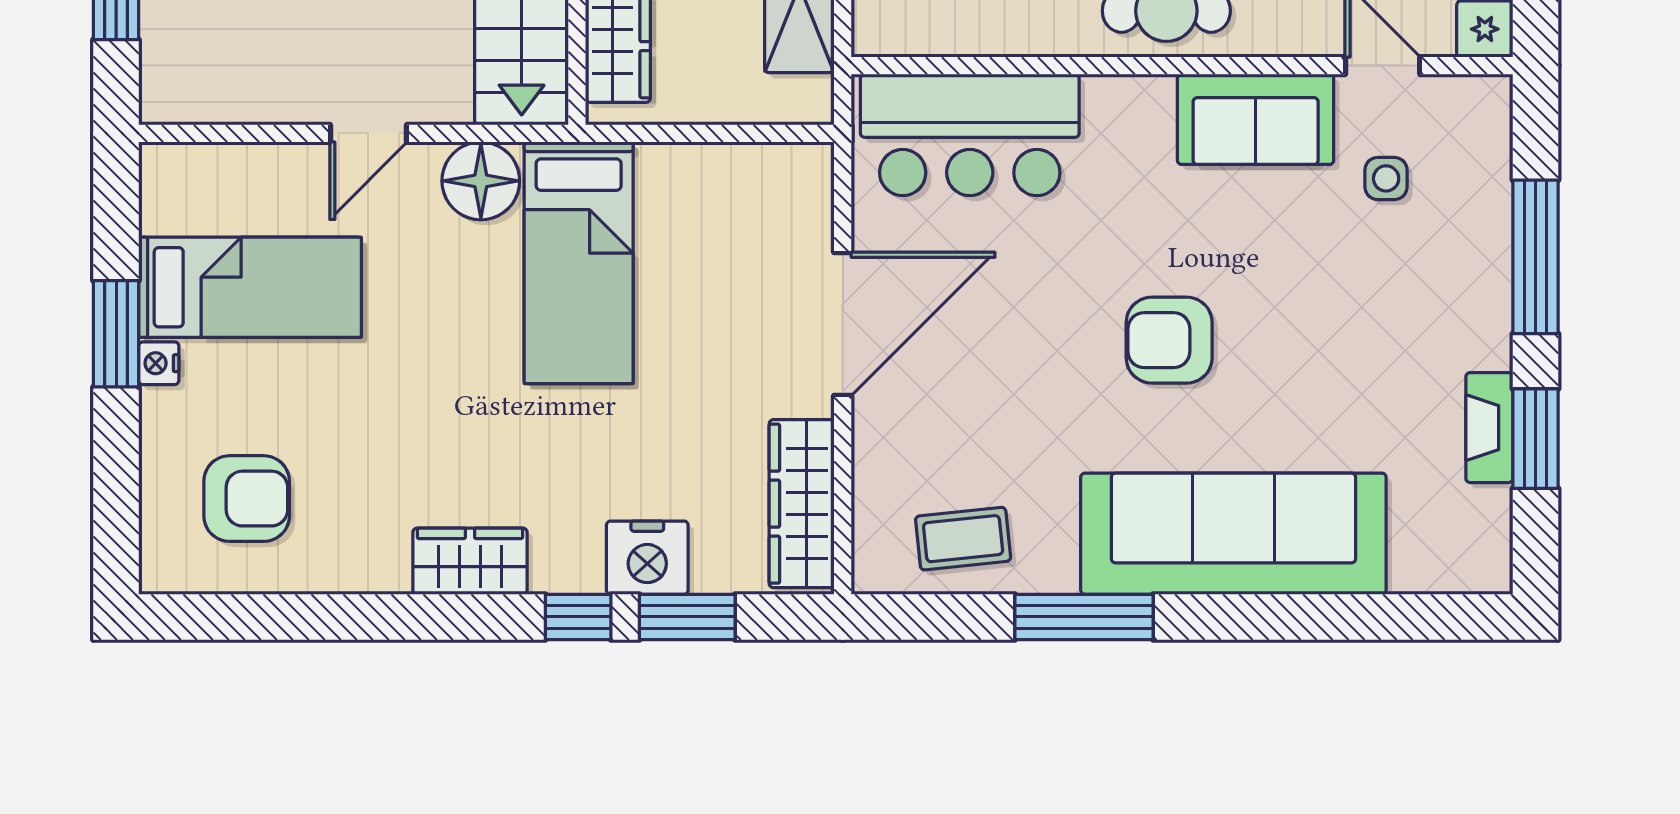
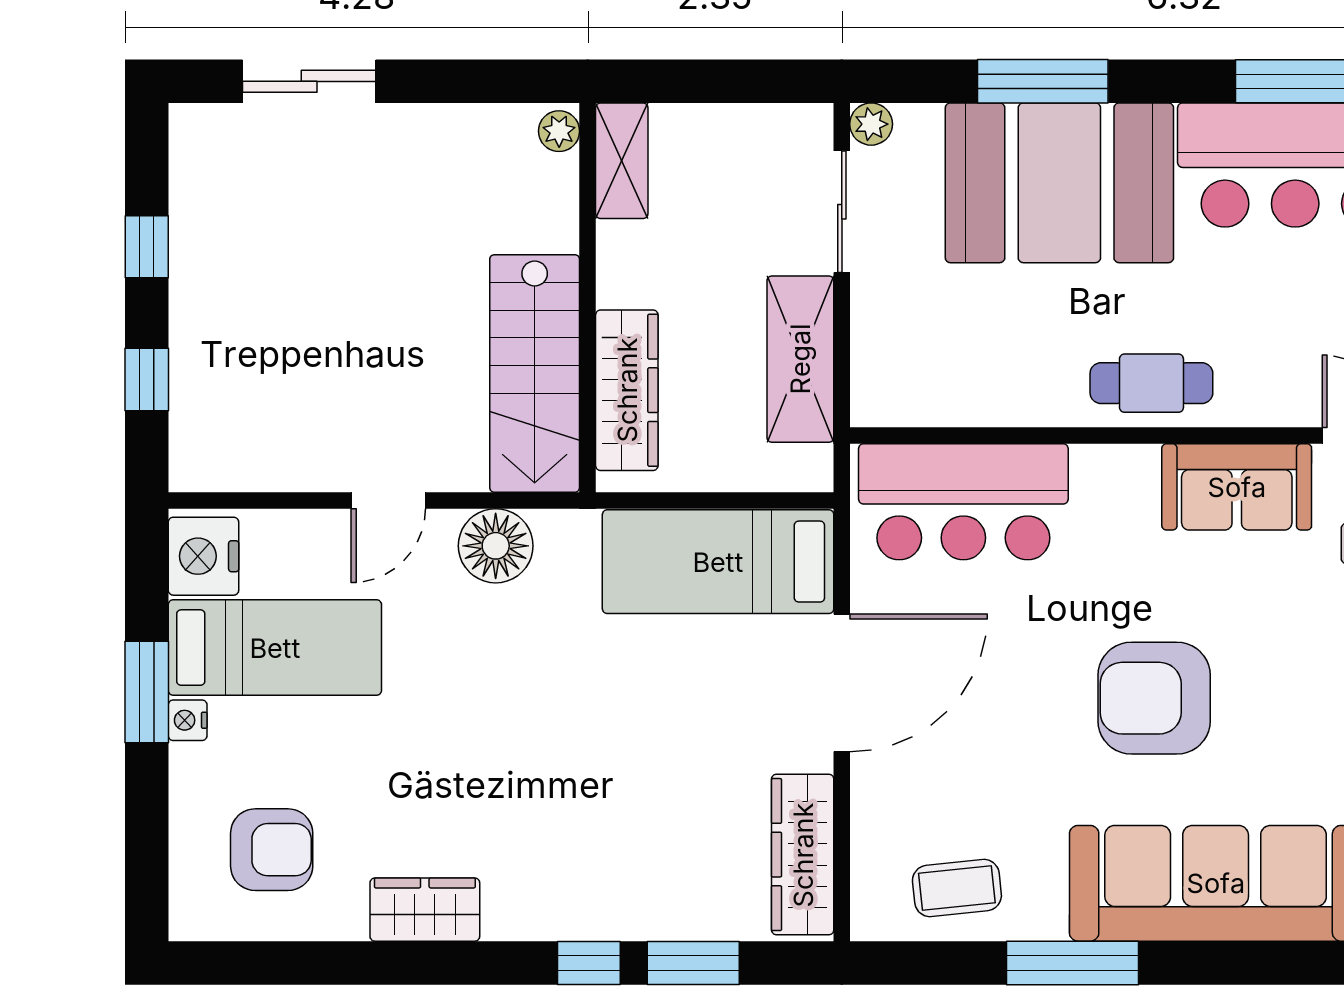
bed: (579, 263) -> (718, 562), moved, turned 90
armchair: (1169, 340) -> (1154, 698), width x1.36, depth x1.36
nightstand: (647, 558) -> (203, 556), moved, turned 90
wardrobe: (470, 561) -> (425, 910), moved

